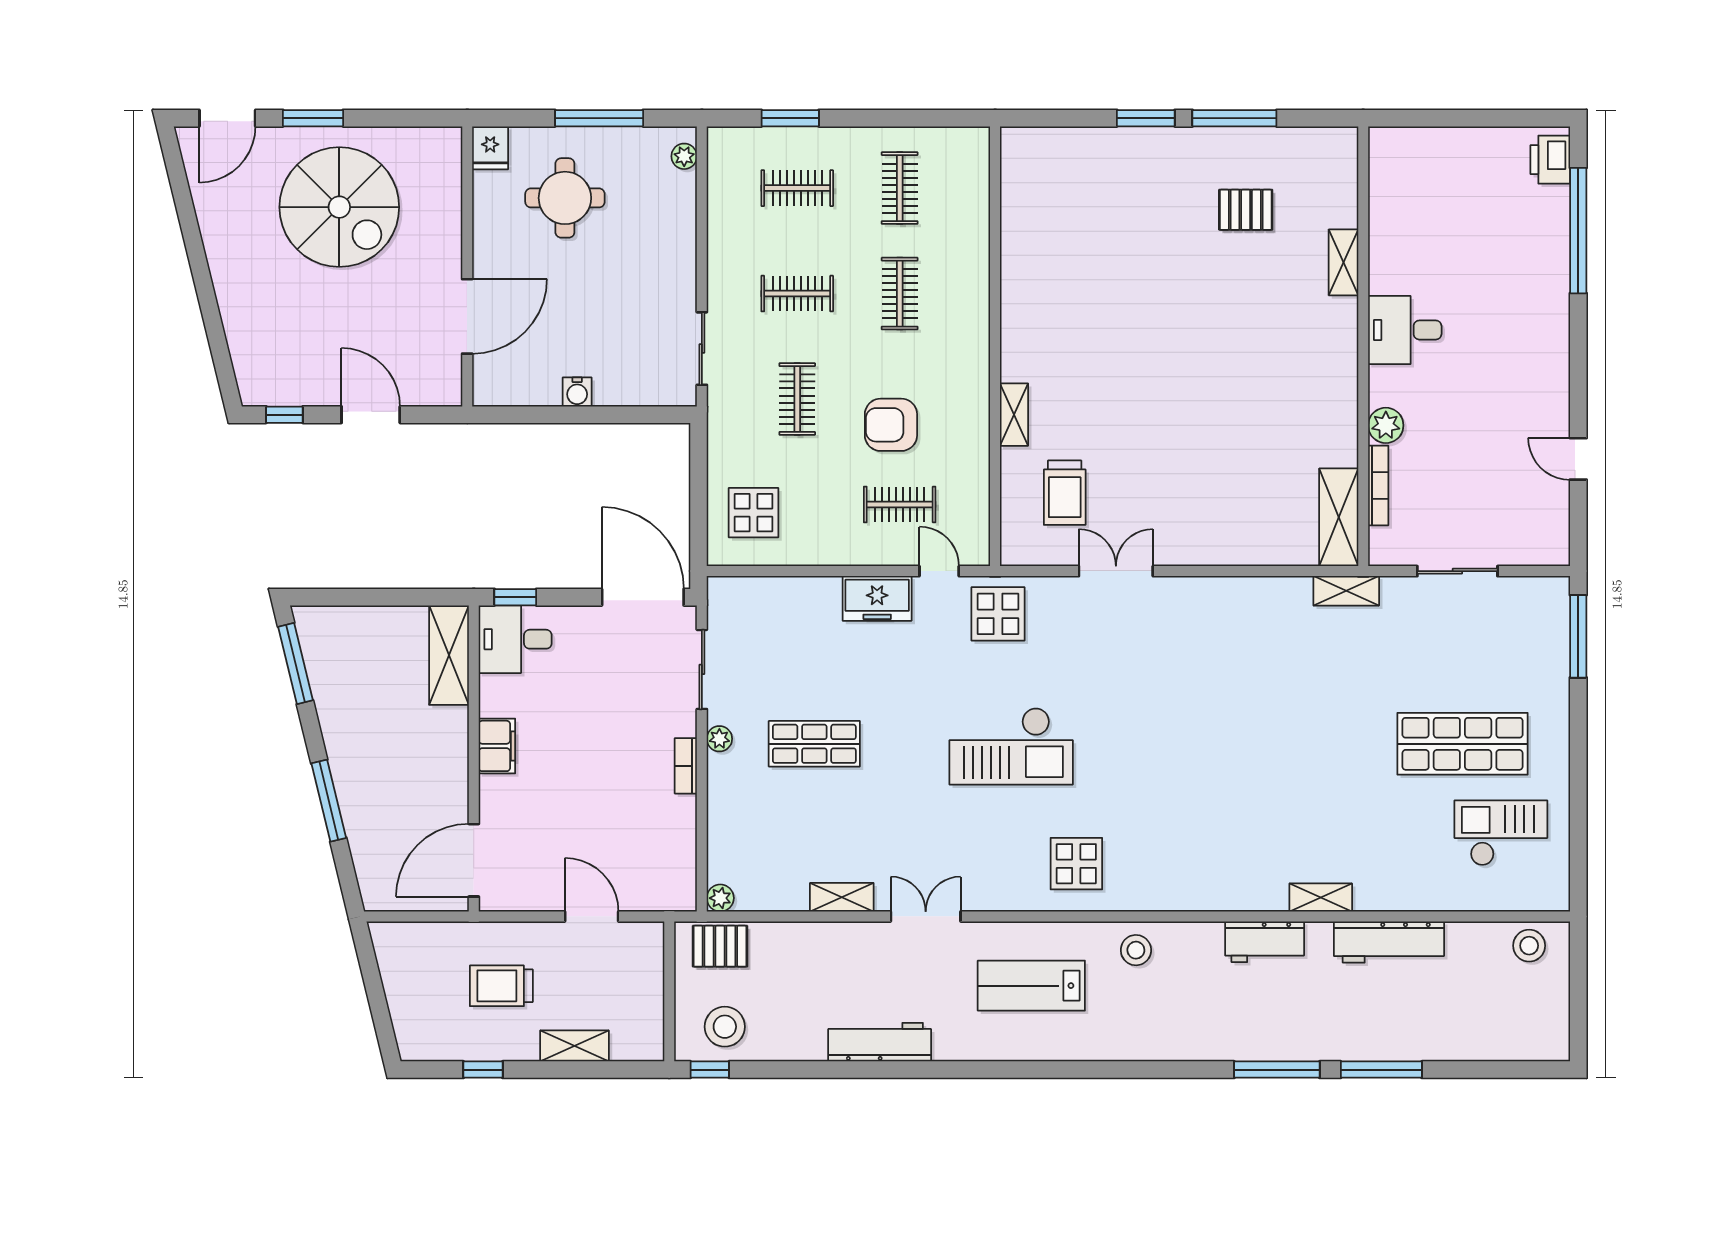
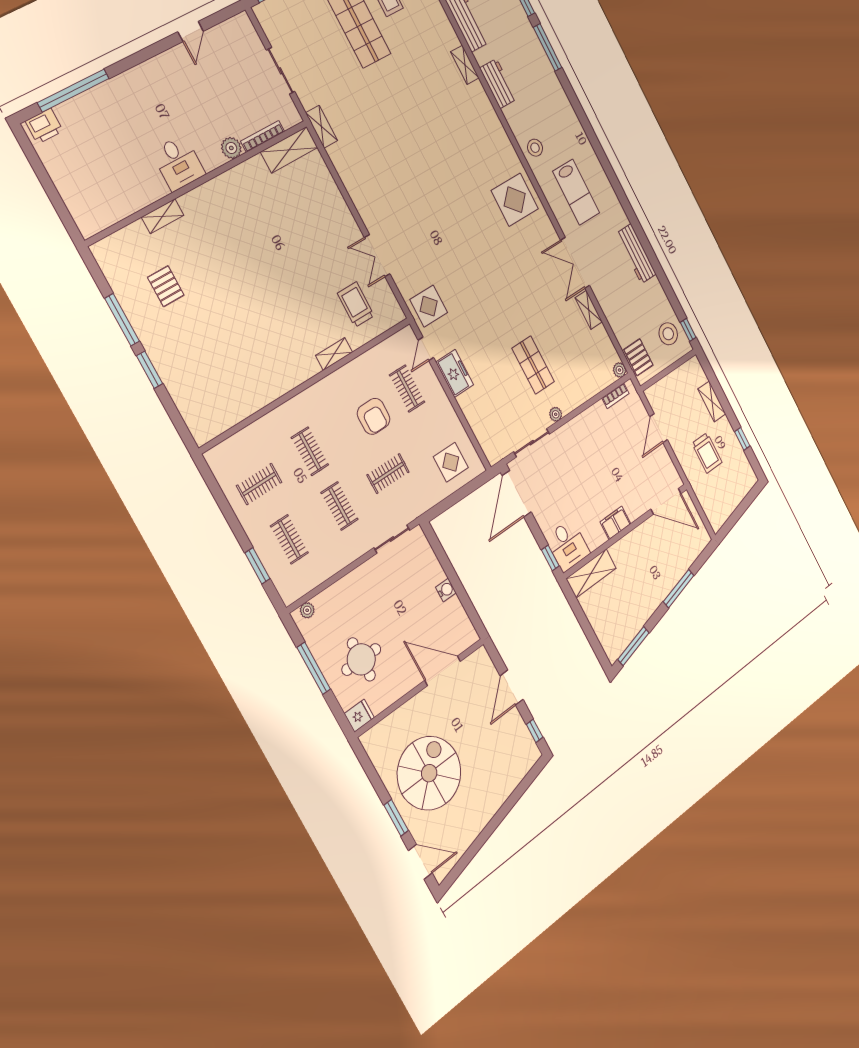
clothes rail: (900, 294) -> (310, 451), turned 90
trolley: (1065, 493) -> (356, 305), turned -90
checkout: (1011, 746) -> (482, 264), removed
bookcase: (686, 766) -> (615, 396), moved
display table: (1076, 864) -> (515, 200), width x1.36, depth x1.36
double door: (926, 916) -> (575, 263), width x1.37

